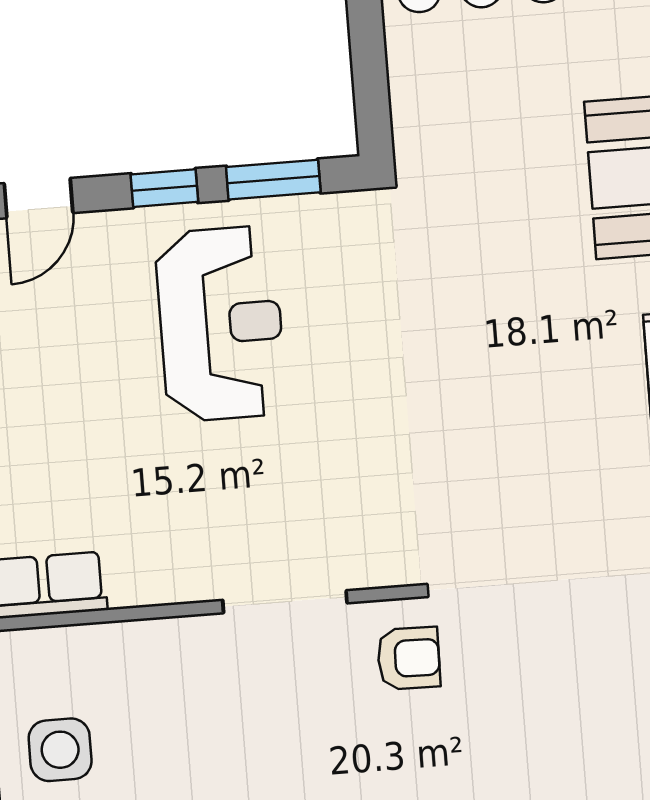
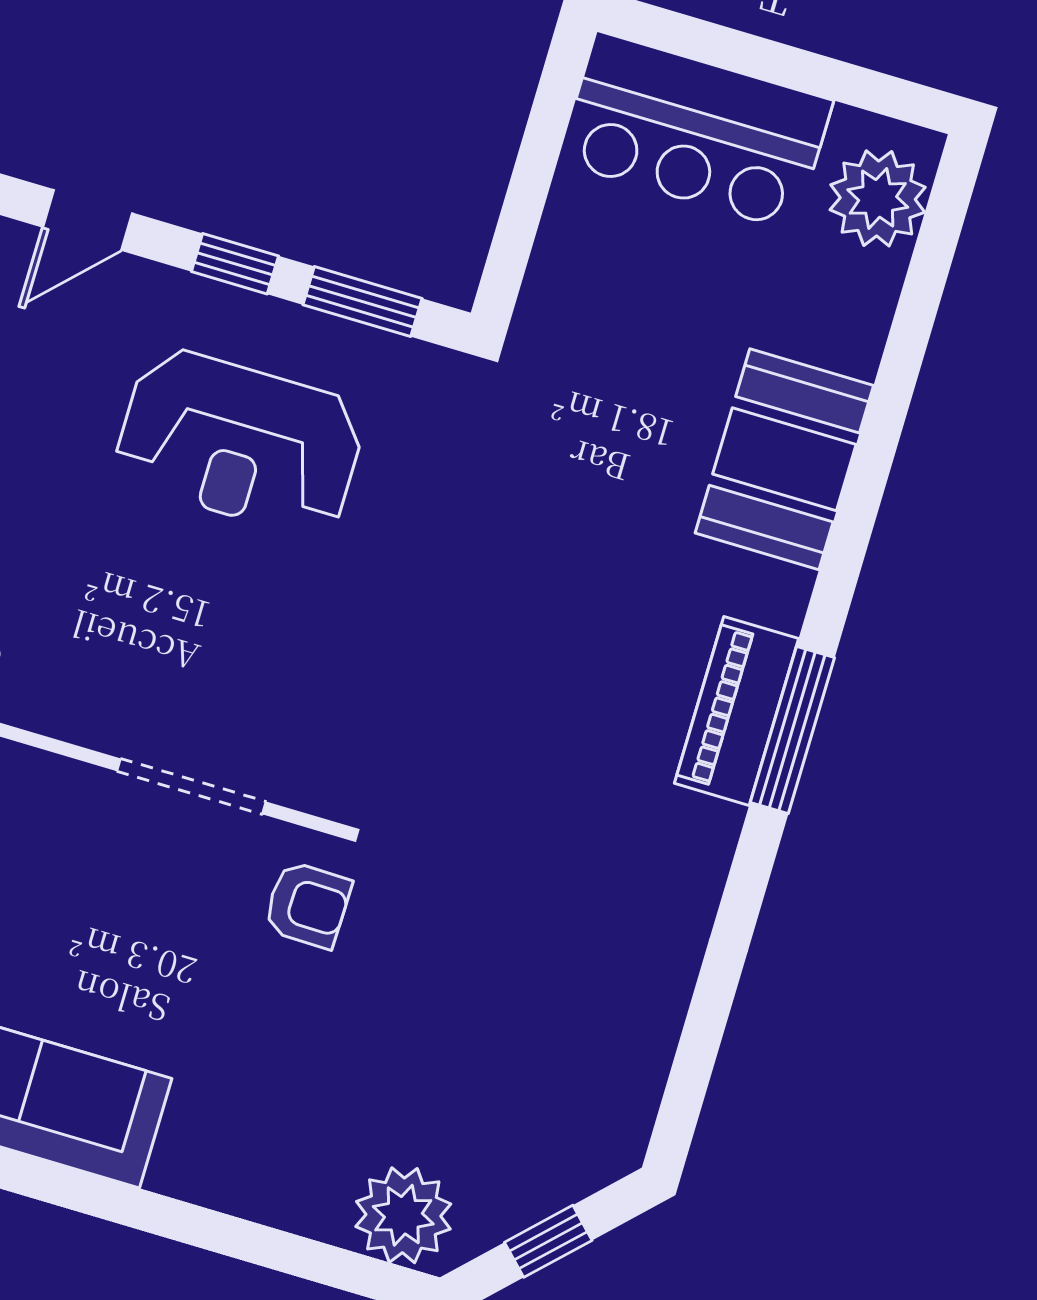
reception desk: (221, 324) -> (240, 442), turned 90

